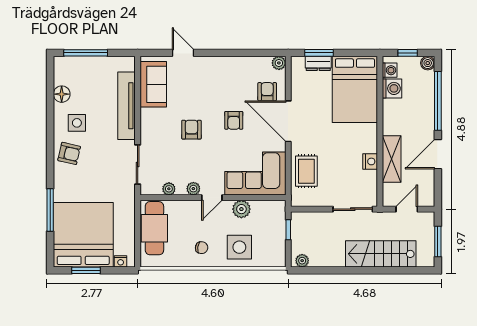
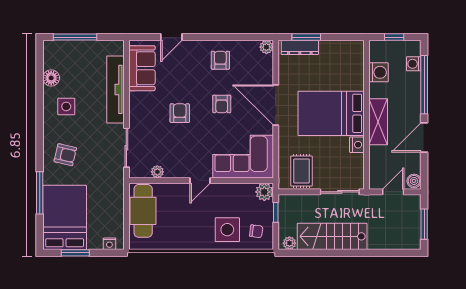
door: (183, 53) -> (171, 37), swing flipped
dresser: (318, 63) -> (300, 47), width x1.44
boiler: (428, 63) -> (414, 181), moved
washing machine: (390, 70) -> (414, 64), moved, turned 180
bed: (355, 89) -> (331, 113), moved, turned 90
armchair: (267, 92) -> (220, 60), moved
armchair: (69, 153) -> (65, 155), moved
shelving: (392, 159) -> (378, 122), moved
rug: (306, 171) -> (302, 171), moved
plant: (193, 189) -> (182, 172), removed
plant: (241, 209) -> (264, 192), moved
bed: (83, 235) -> (65, 217), width x0.73
chair: (202, 248) -> (256, 231), moved
stairs: (381, 254) -> (332, 236), moved

